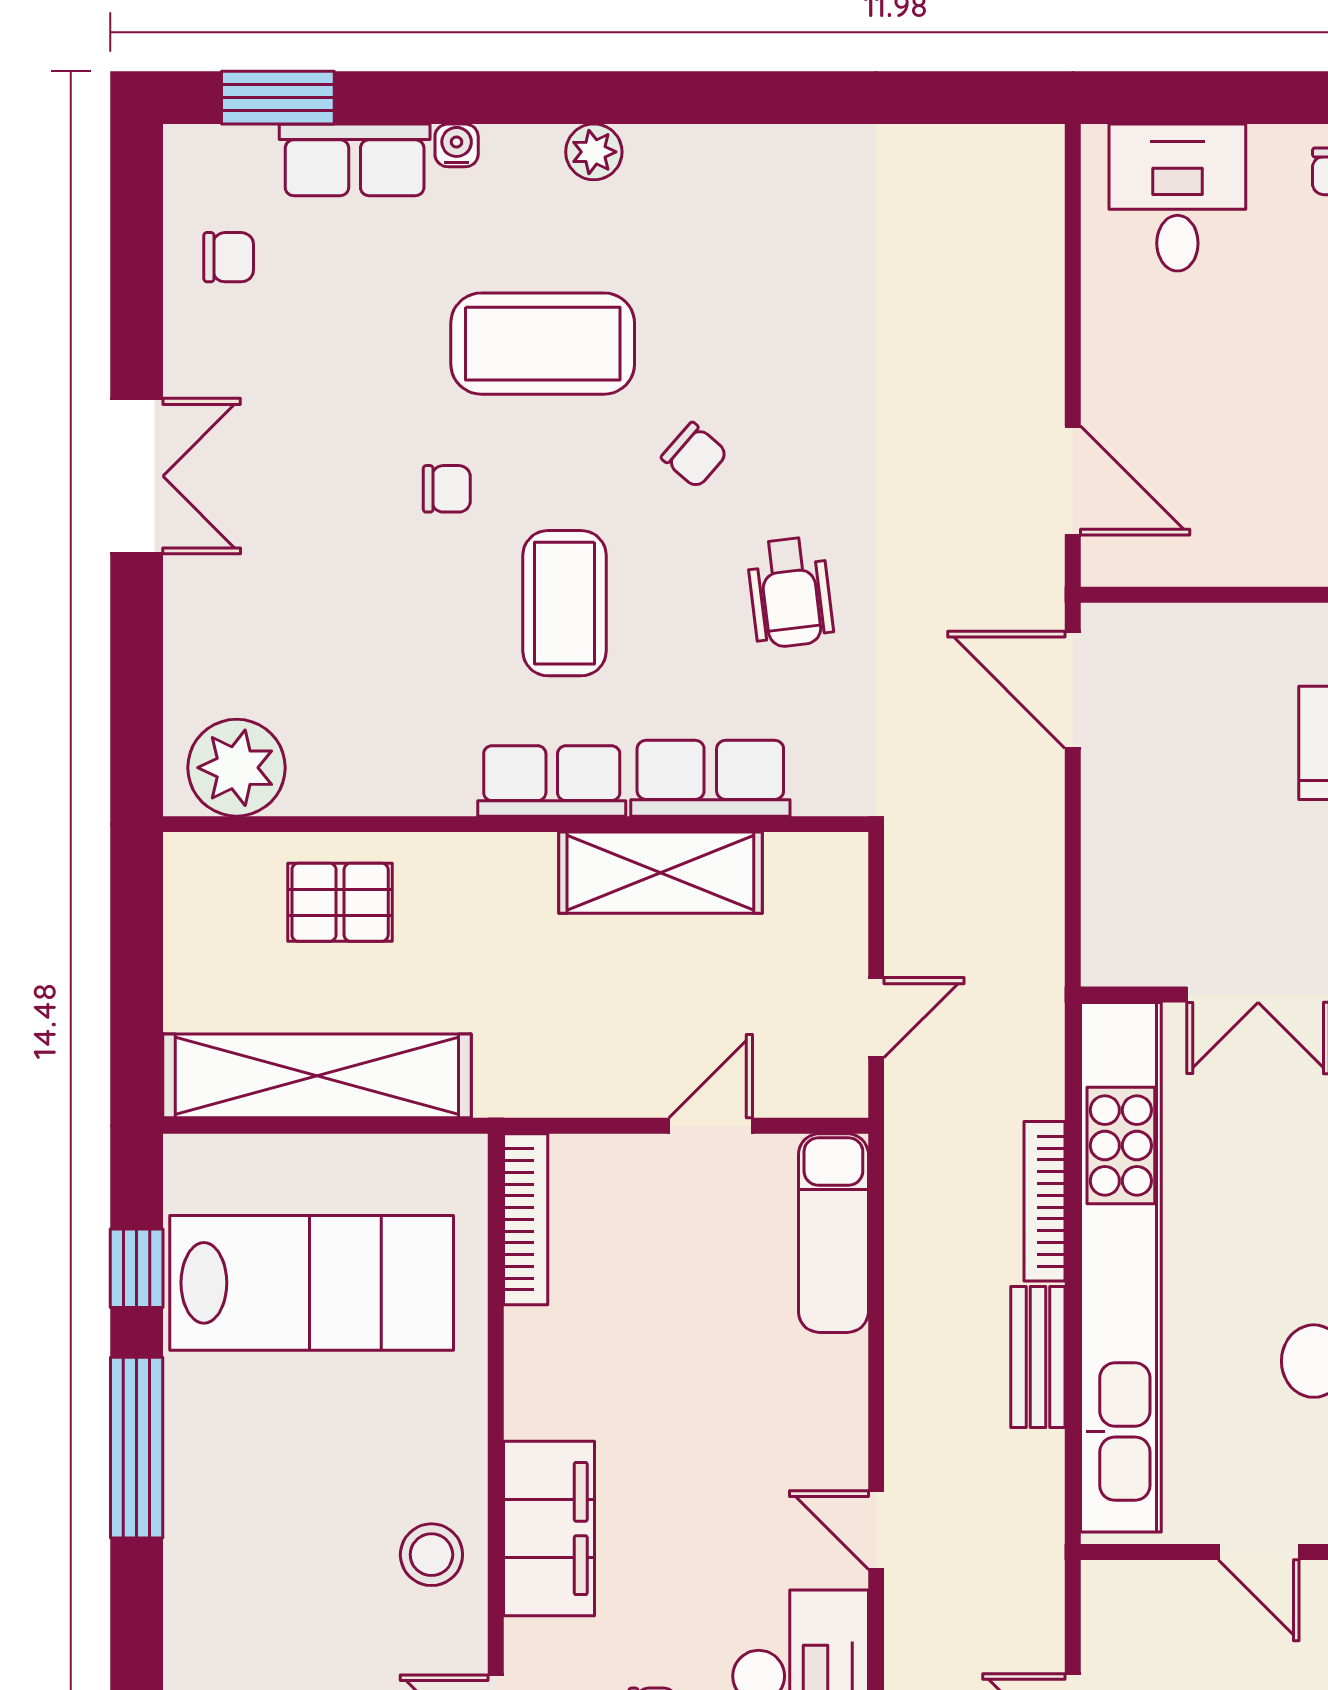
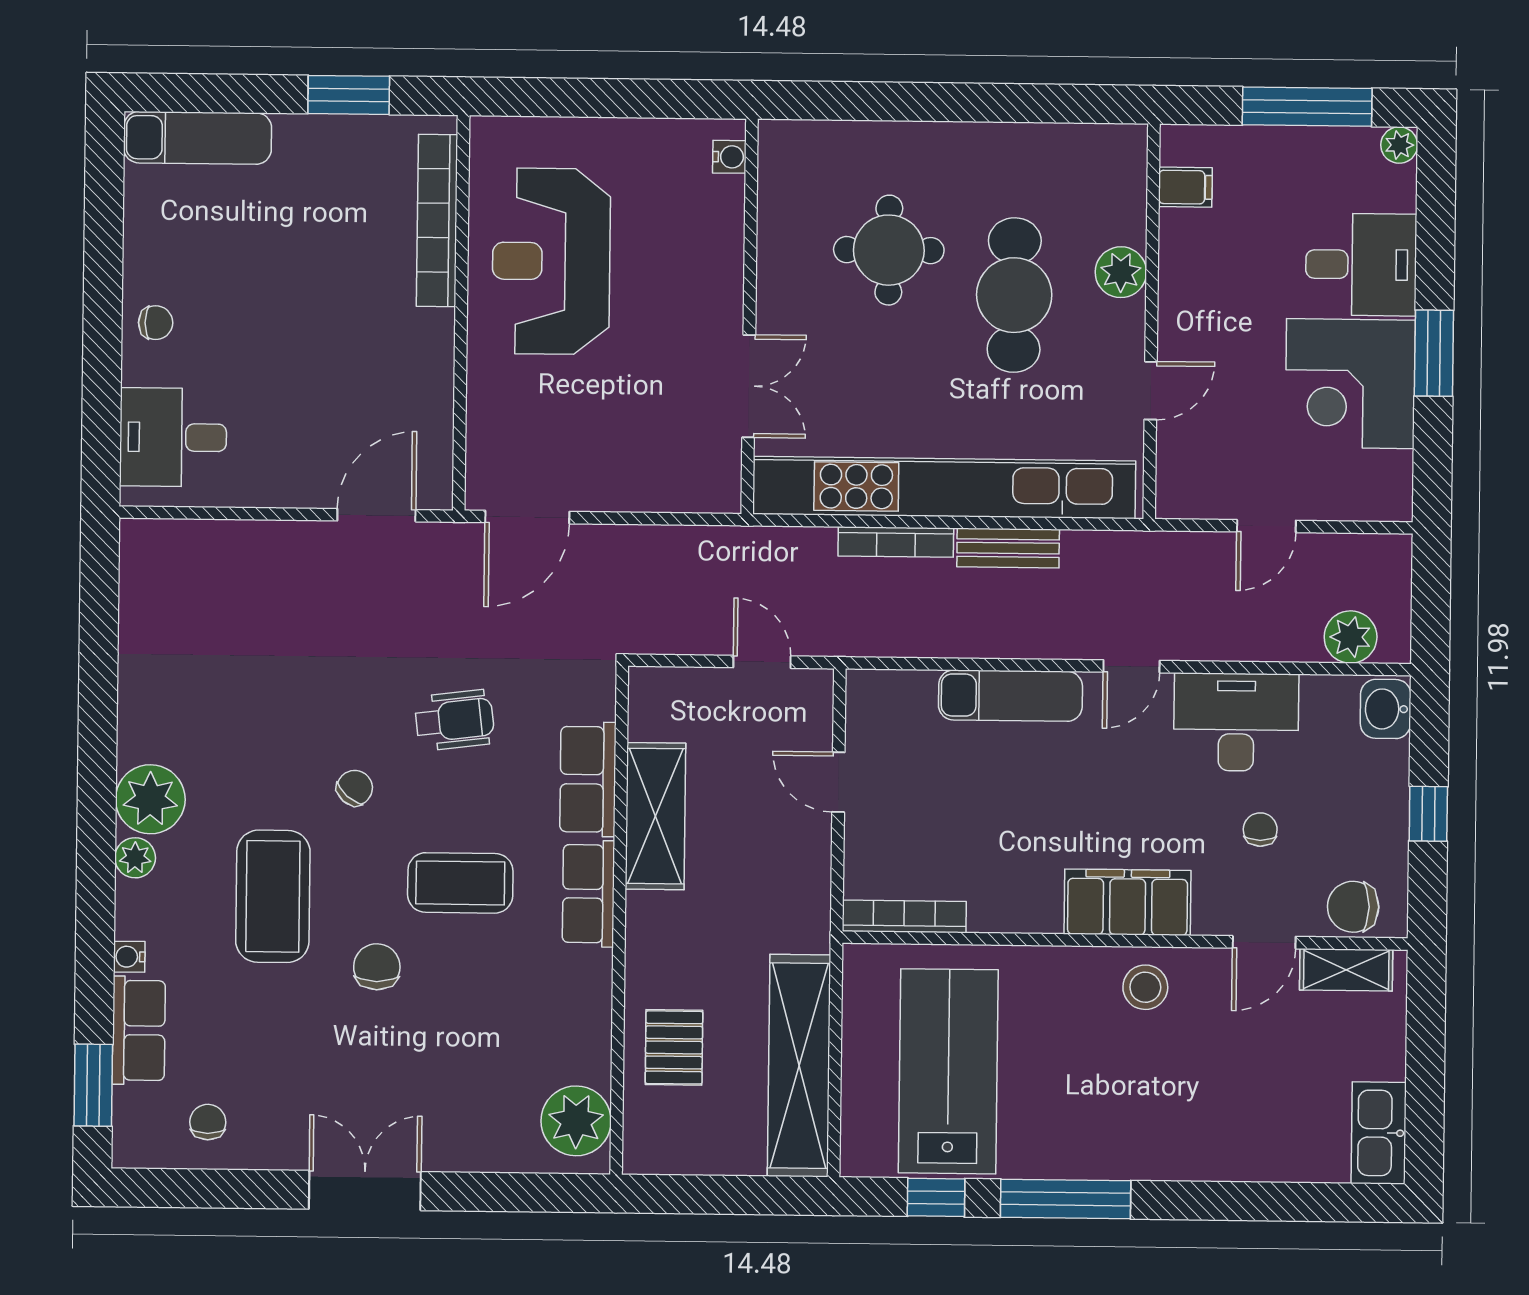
plant: (675, 172) -> (150, 799), added
chair: (447, 489) -> (377, 967), width x1.37, depth x1.37
exam couch: (833, 1233) -> (1010, 696), moved

